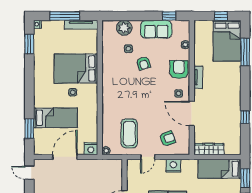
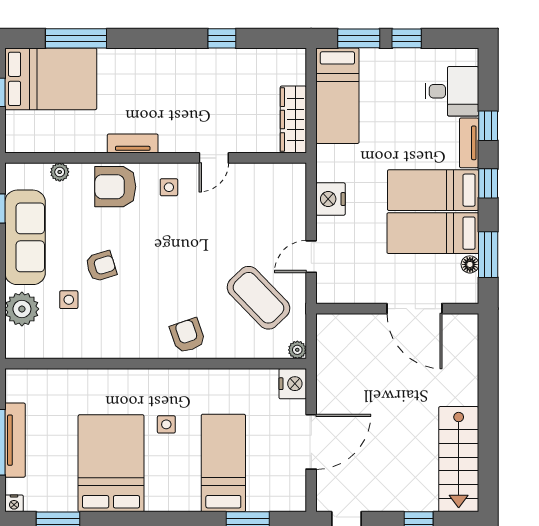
tv unit: (81, 25) -> (15, 440), moved
sofa: (156, 29) -> (25, 237), width x1.36
bed: (76, 69) -> (111, 463), moved, turned 180
door: (192, 114) -> (214, 158), width x0.53
coffee table: (129, 133) -> (258, 298), turned 46
armchair: (168, 139) -> (188, 336), moved
door: (65, 157) -> (311, 442), swing flipped
door: (148, 157) -> (311, 257), swing flipped

